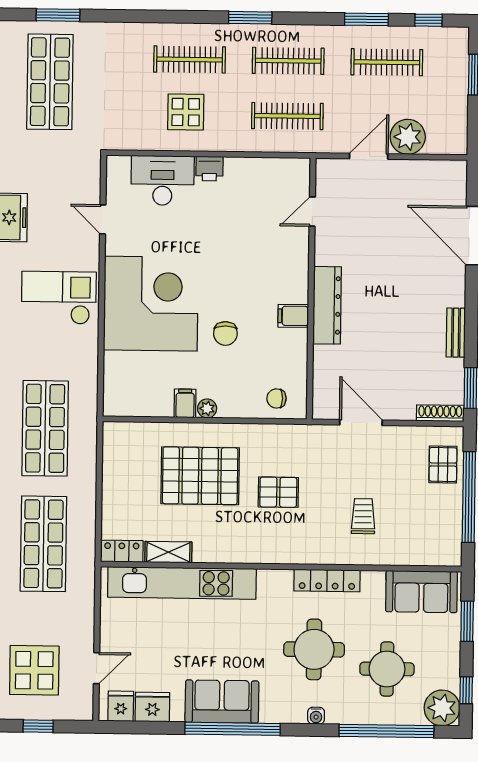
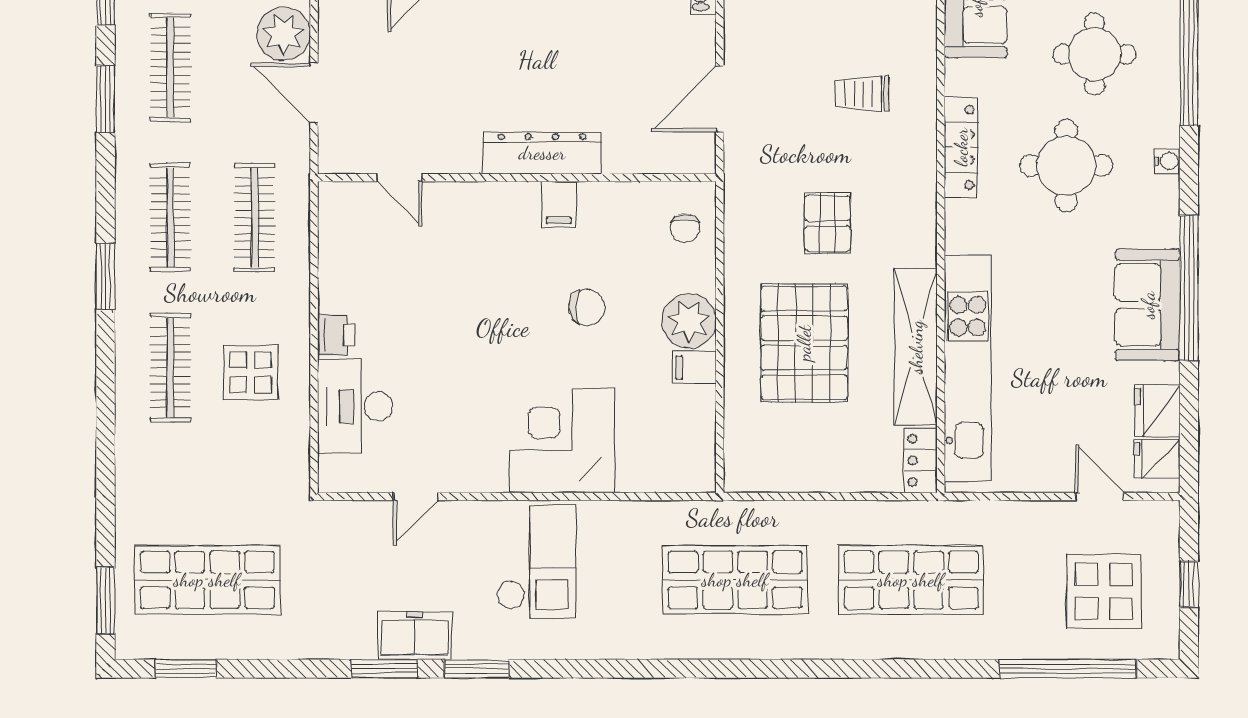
window: (58, 15) -> (106, 601), moved
checkout: (59, 298) -> (536, 562), turned 180
corner desk: (151, 304) -> (562, 440), width x0.74, depth x0.74
plant: (207, 408) -> (689, 321), width x1.88, depth x1.88
shelving: (168, 552) -> (916, 347), width x2.20, depth x1.33

